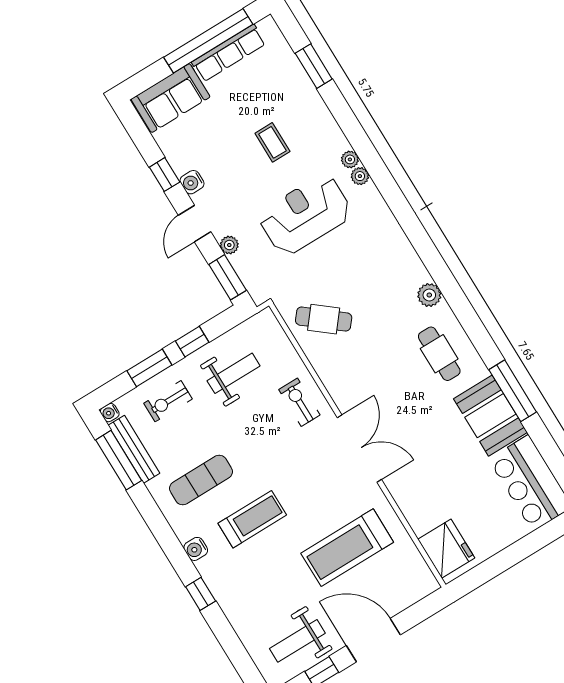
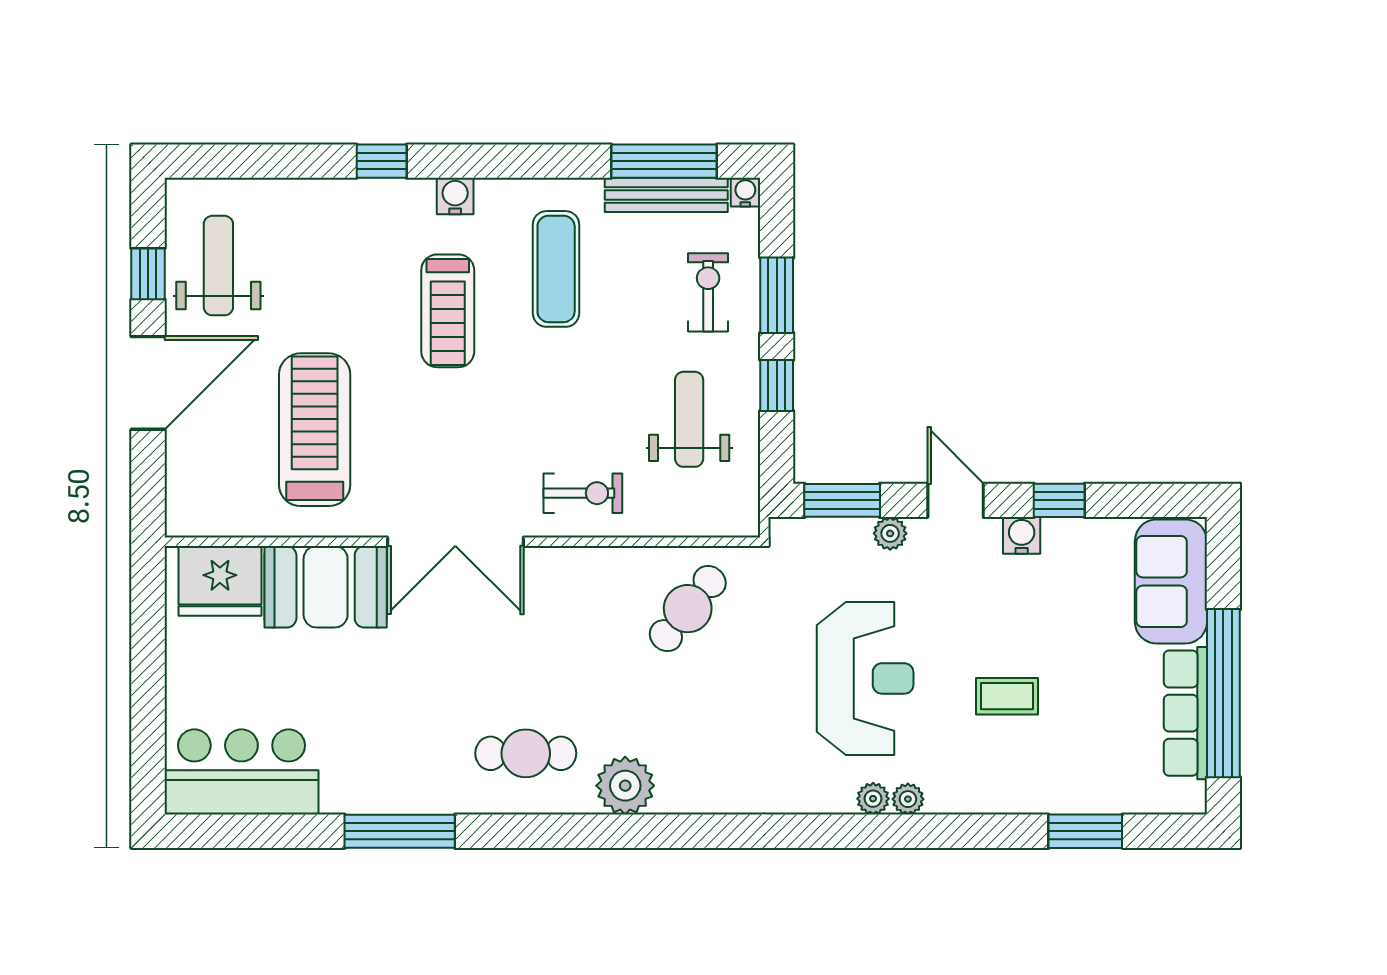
plant: (429, 295) -> (625, 786), width x1.36, depth x1.36
weight bench: (234, 373) -> (689, 419), turned 180
booth: (490, 416) -> (326, 587), moved

